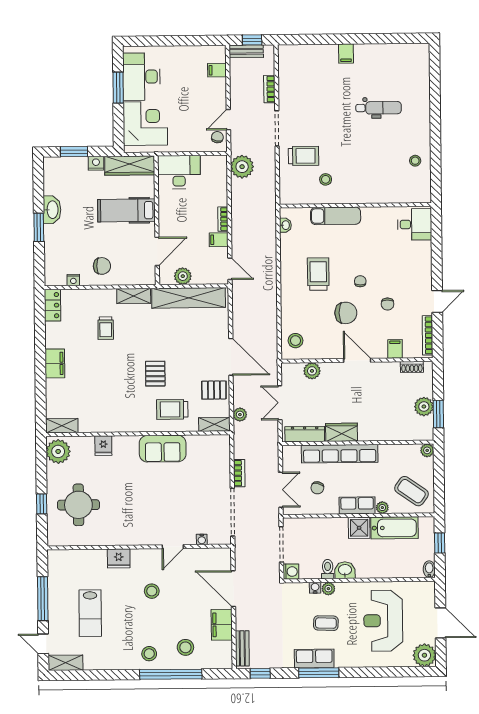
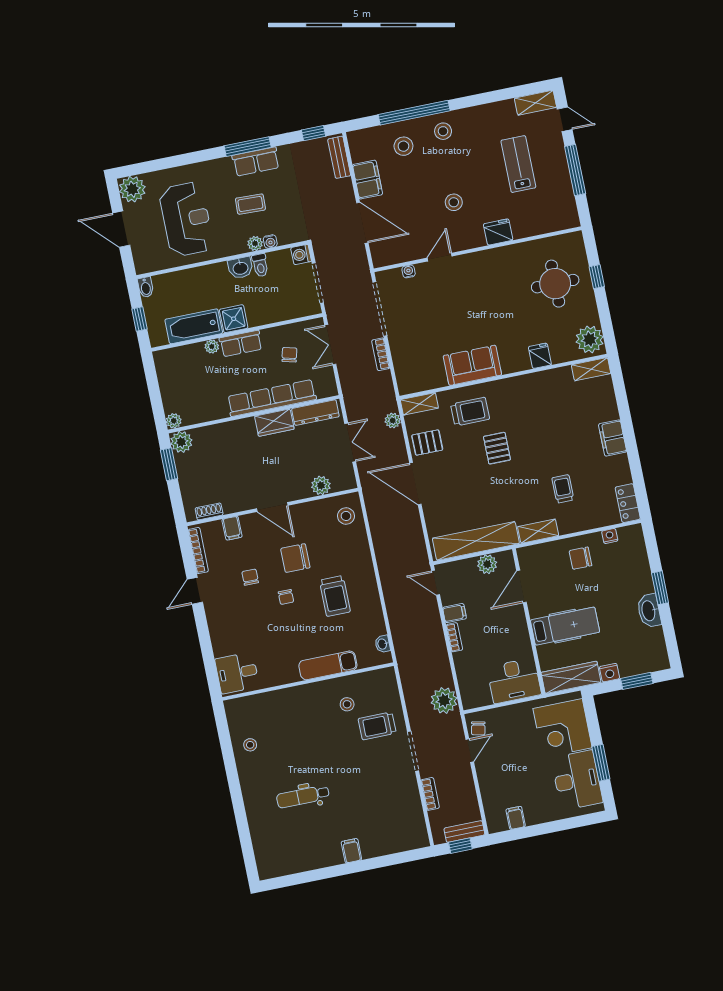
filing cabinet: (217, 70) -> (516, 818), moved, turned -90
plant: (424, 407) -> (181, 442), moved
coffee table: (411, 491) -> (183, 371), removed

